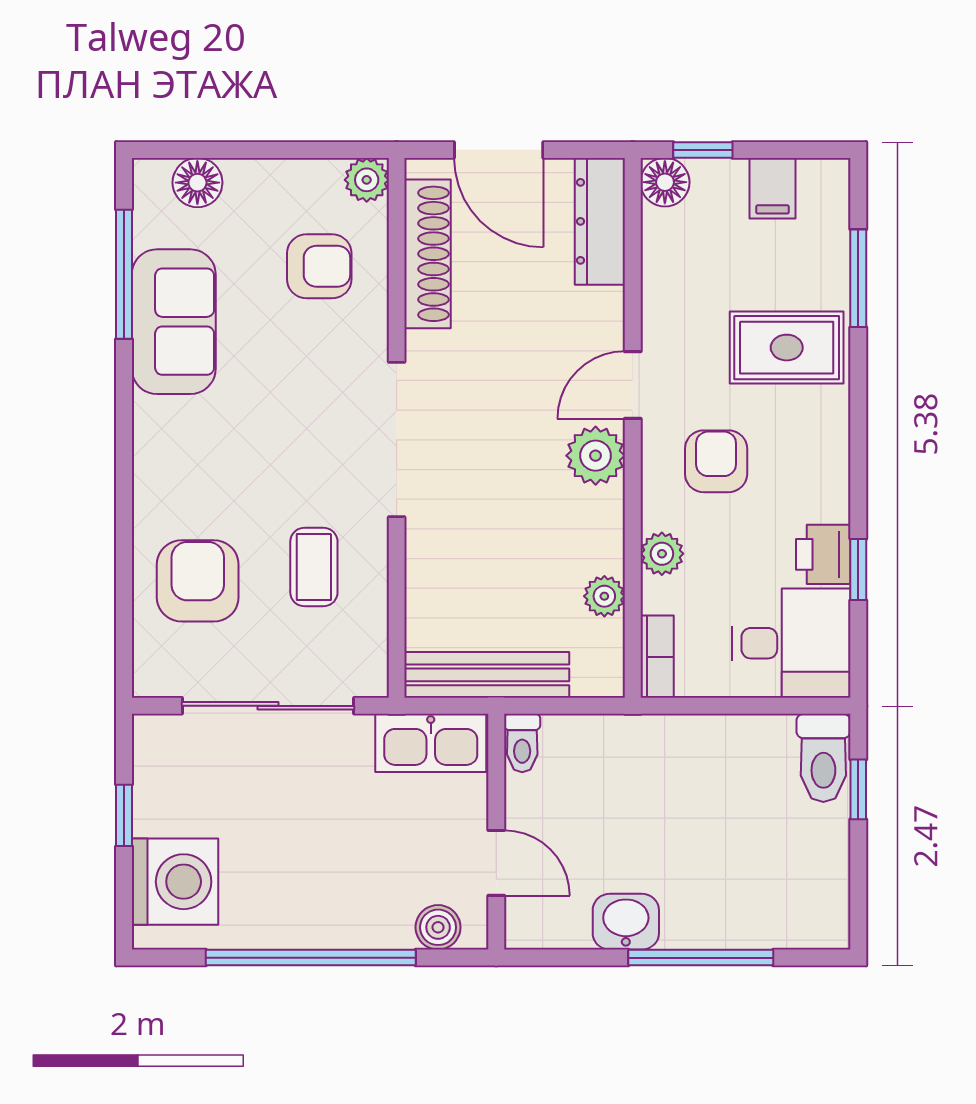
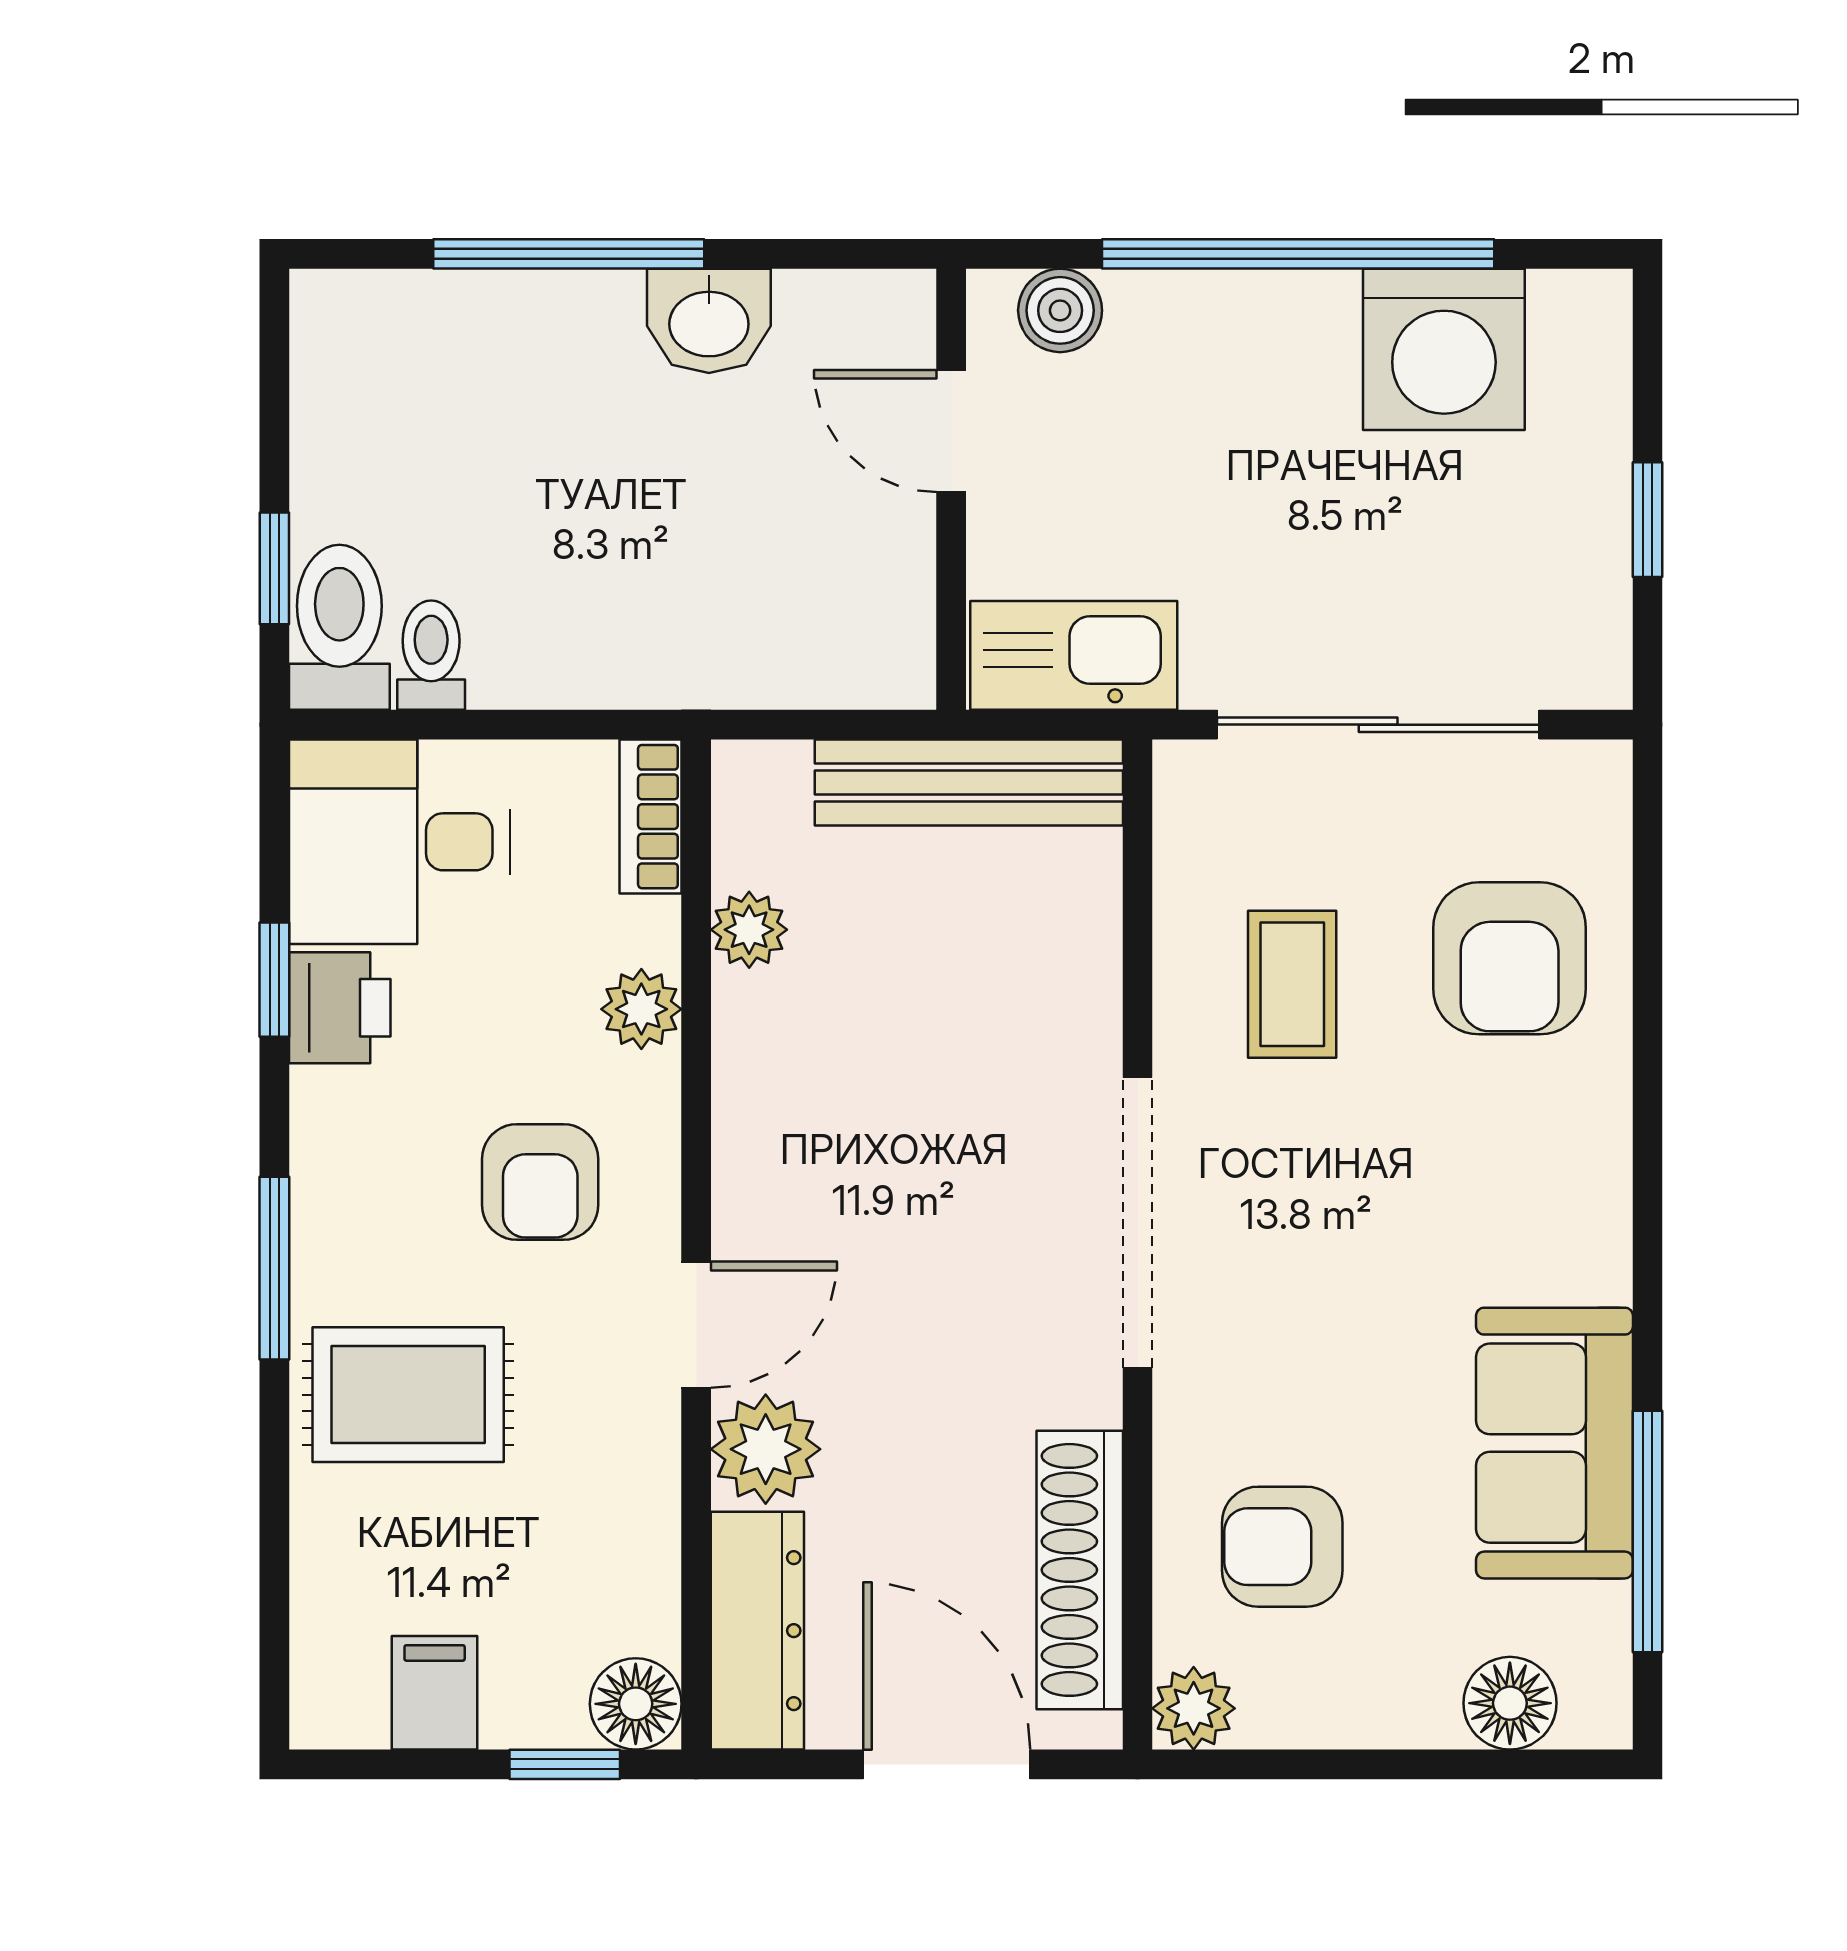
window: (858, 278) -> (274, 1268), moved
plant: (596, 456) -> (766, 1449), moved
toilet: (522, 743) -> (431, 655), moved
washing machine: (175, 882) -> (1444, 349), moved, turned -90

